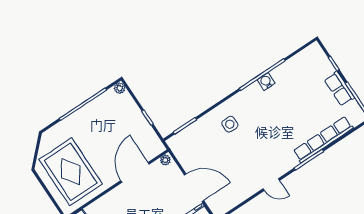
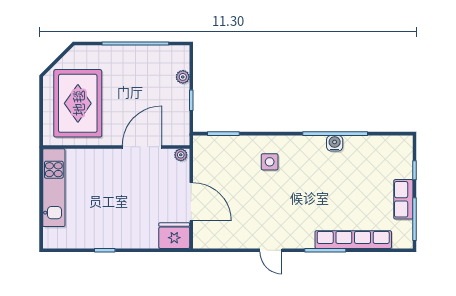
plant: (120, 88) -> (183, 77), moved

